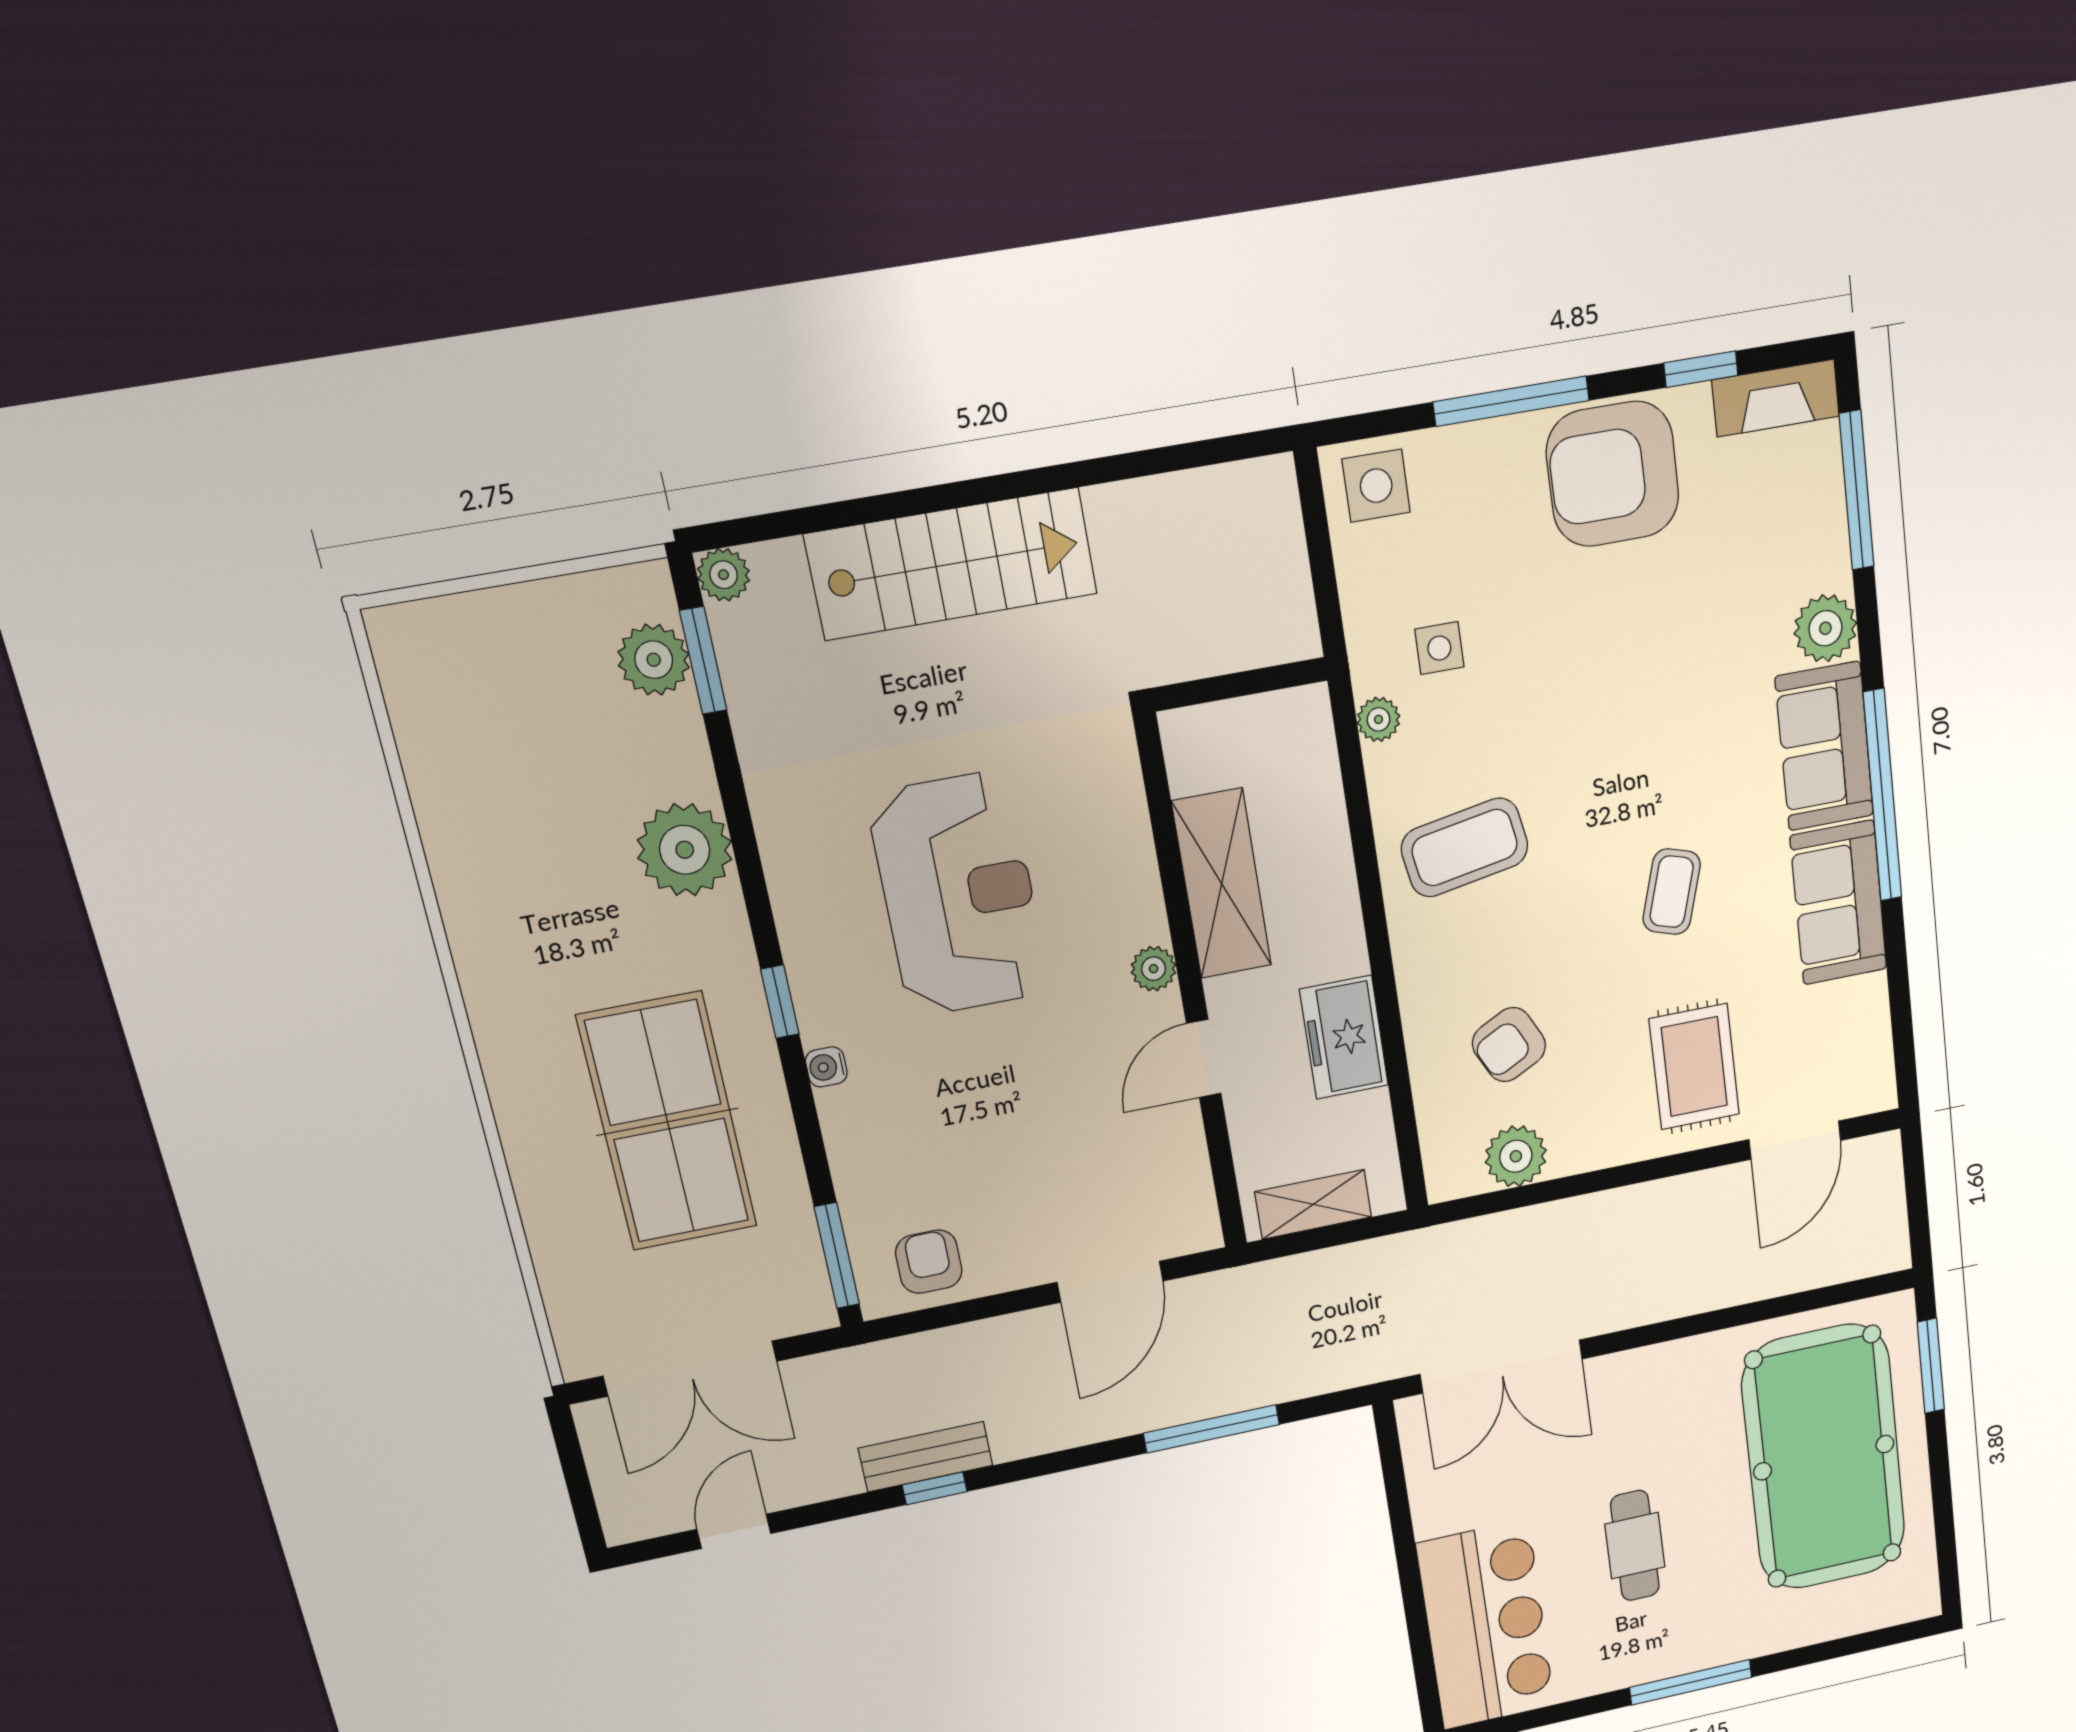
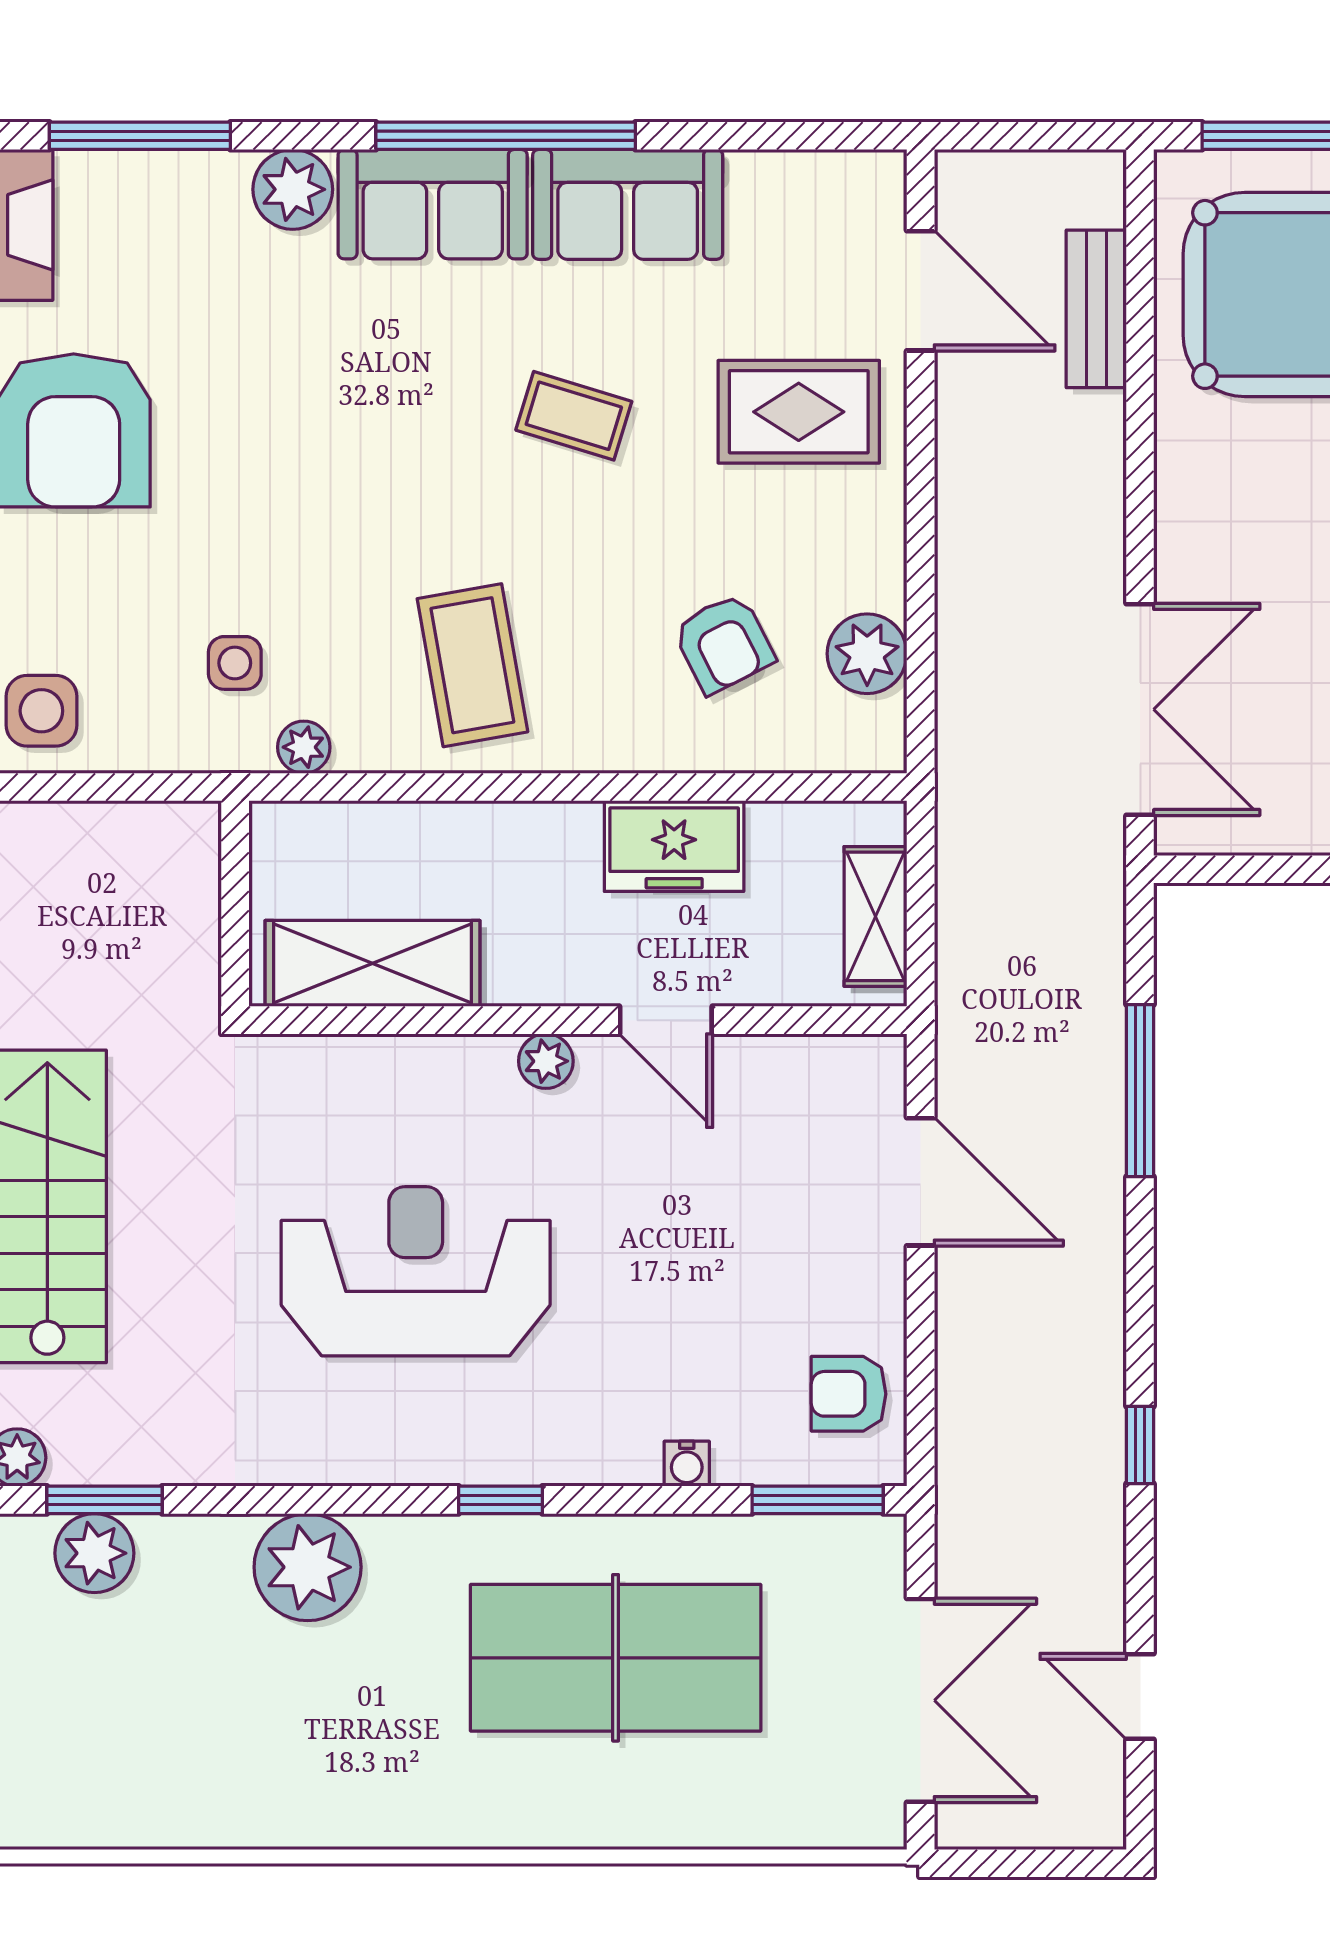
shelving: (1222, 884) -> (372, 963), moved
water cooler: (826, 1067) -> (687, 1464), moved
bench: (926, 1457) -> (1096, 309), moved

